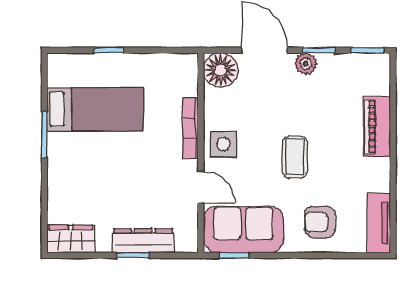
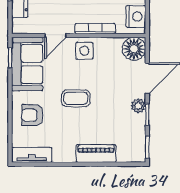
nightstand: (172, 67) -> (136, 16), added
armchair: (320, 222) -> (32, 115), turned -90

